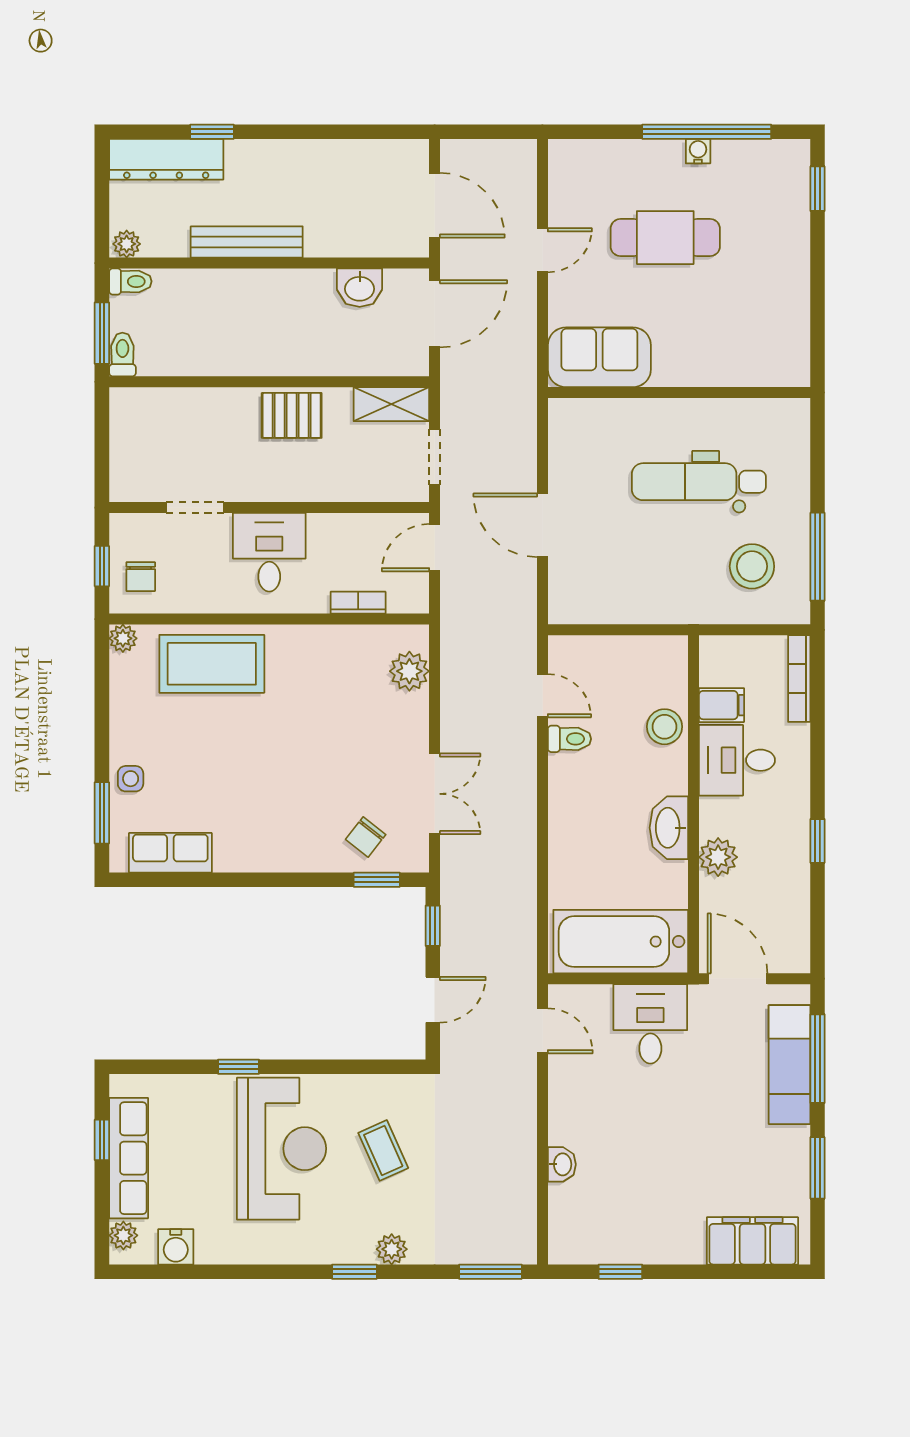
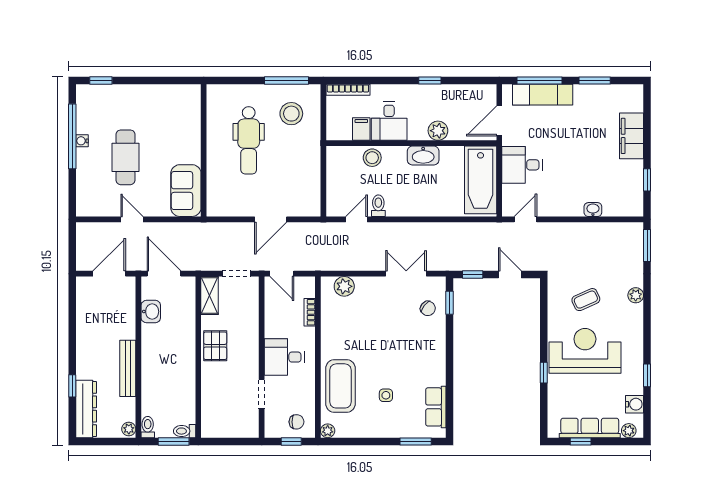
side table: (131, 779) -> (386, 395), moved
filing cabinet: (752, 1241) -> (631, 136), moved
window: (354, 1272) -> (647, 375), moved

